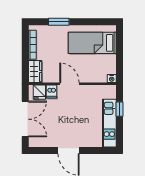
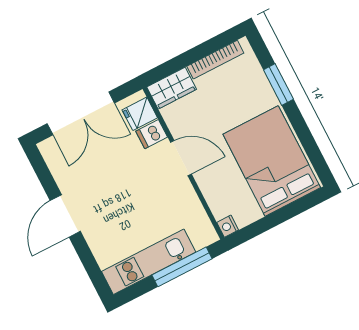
bed: (92, 43) -> (272, 161), width x1.50
door: (69, 84) -> (181, 158), hinge flipped
window: (119, 109) -> (182, 267), width x2.17

